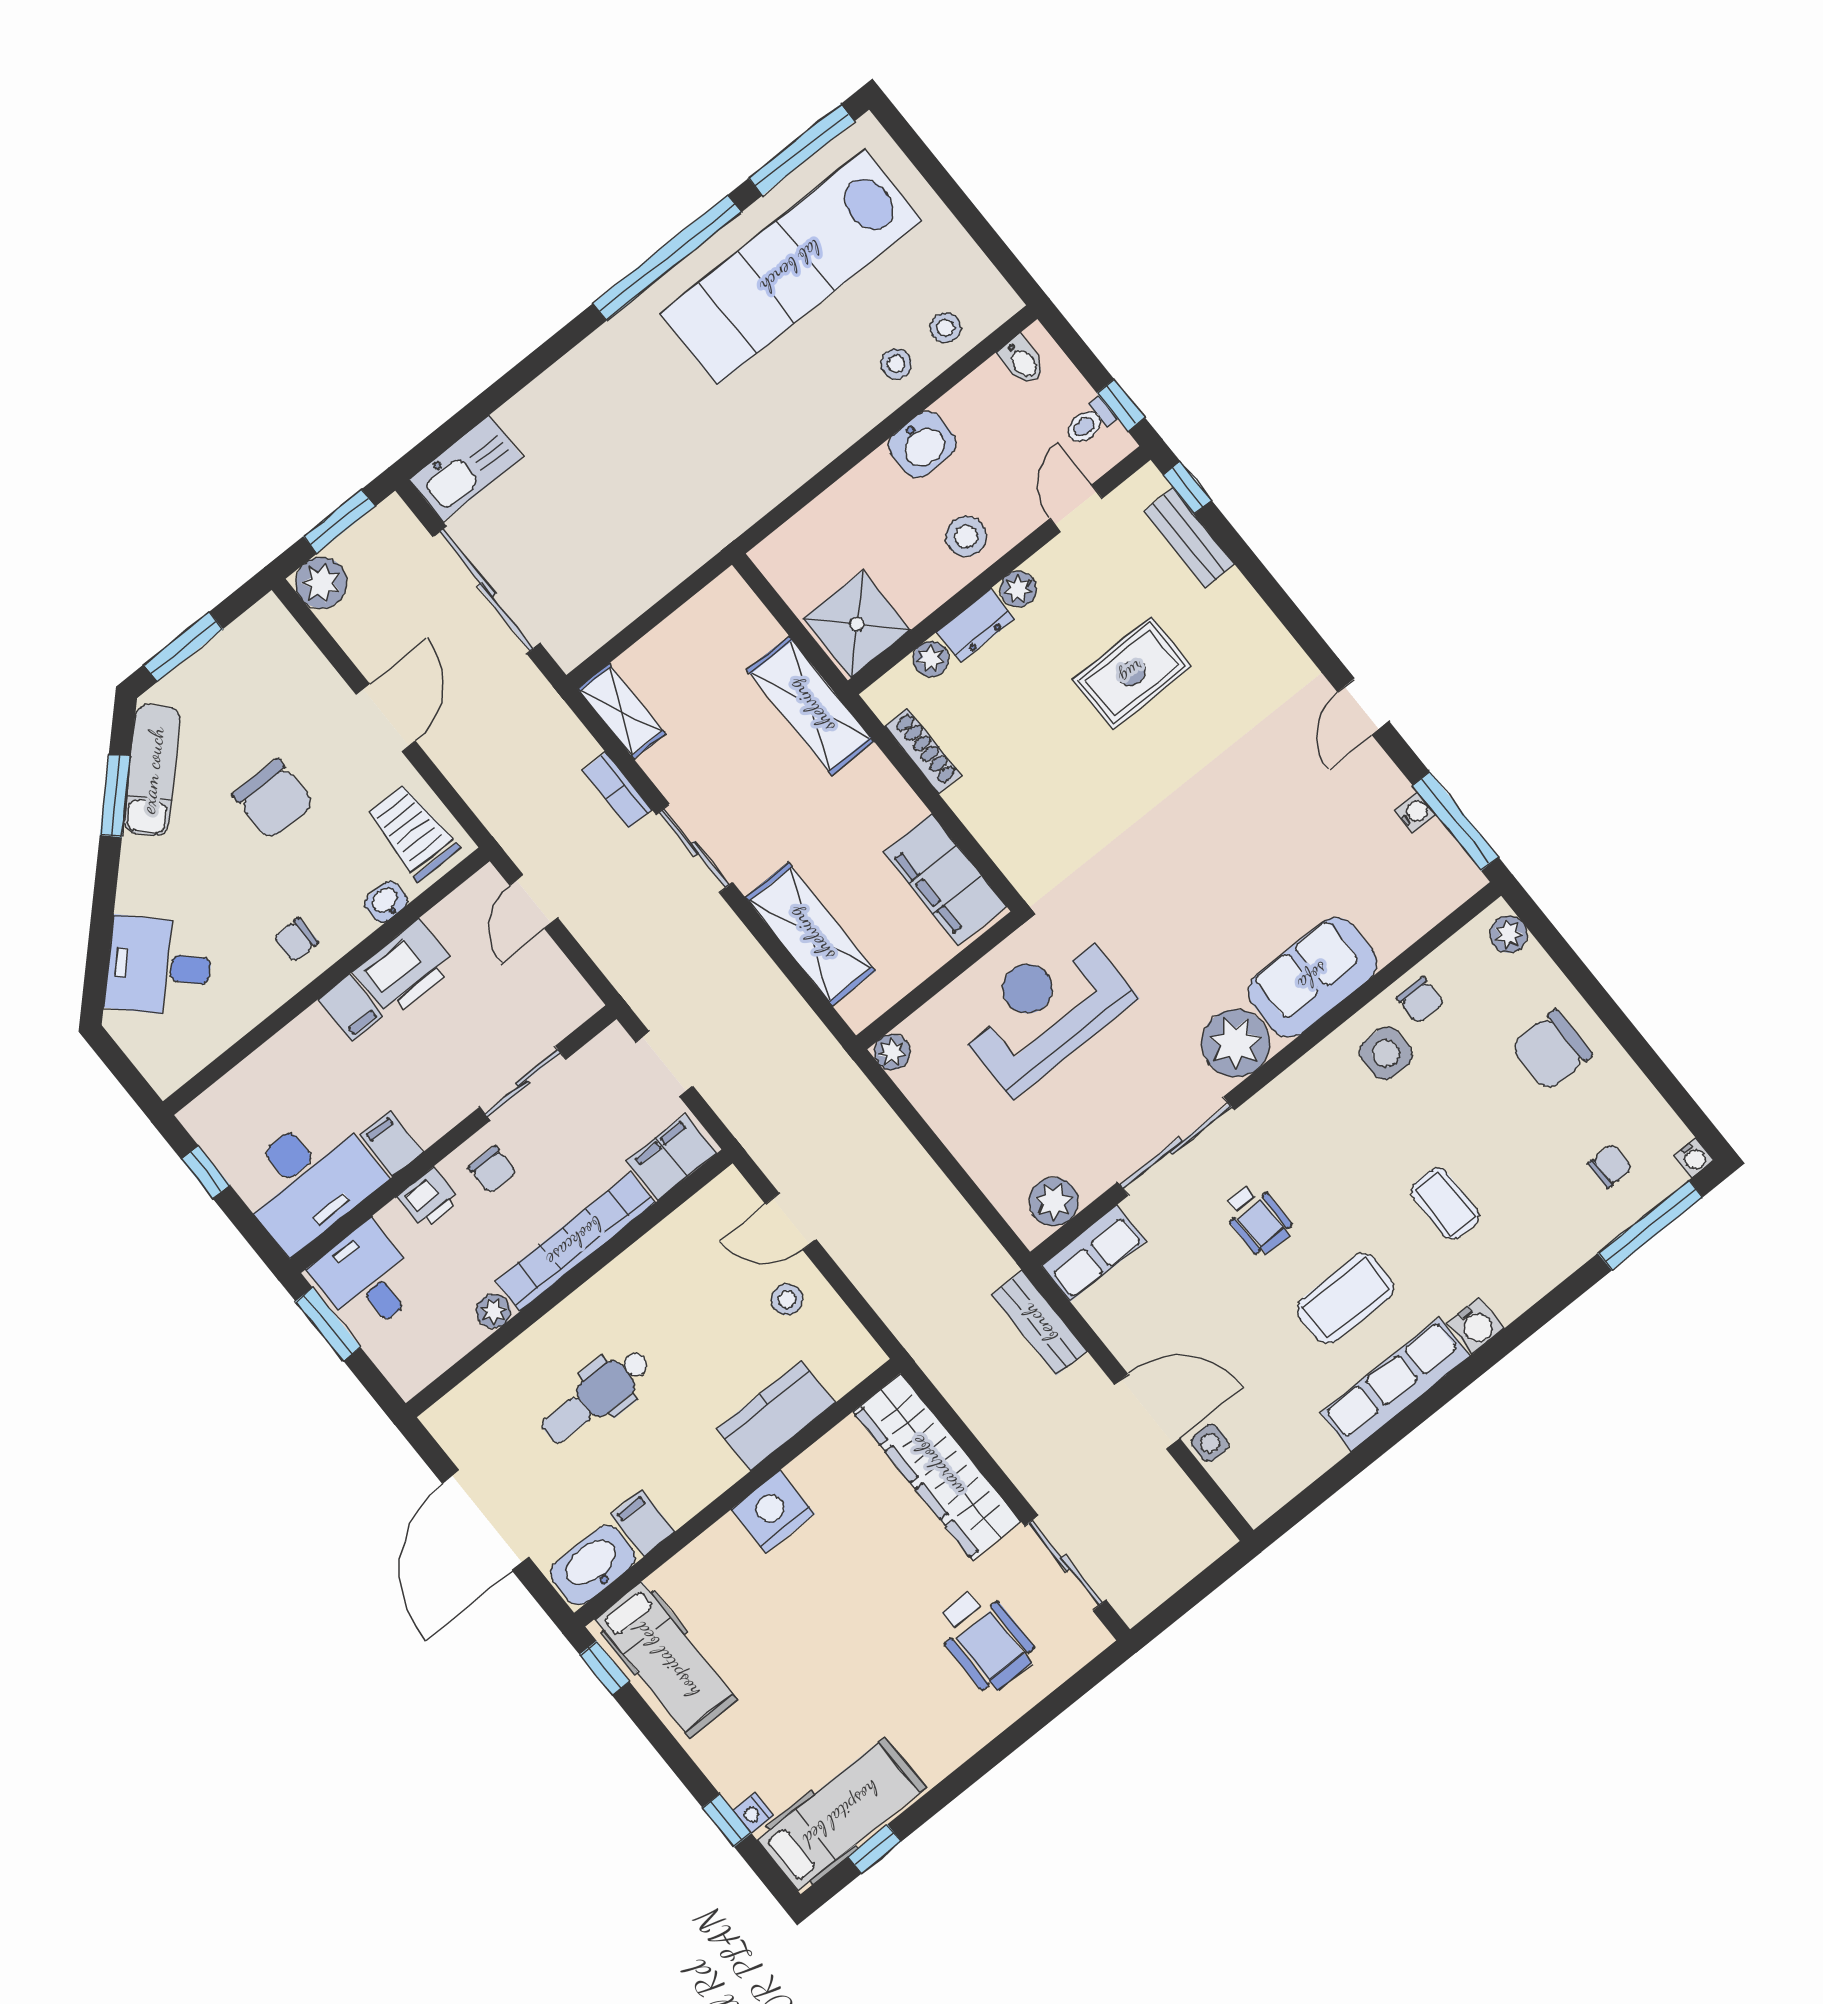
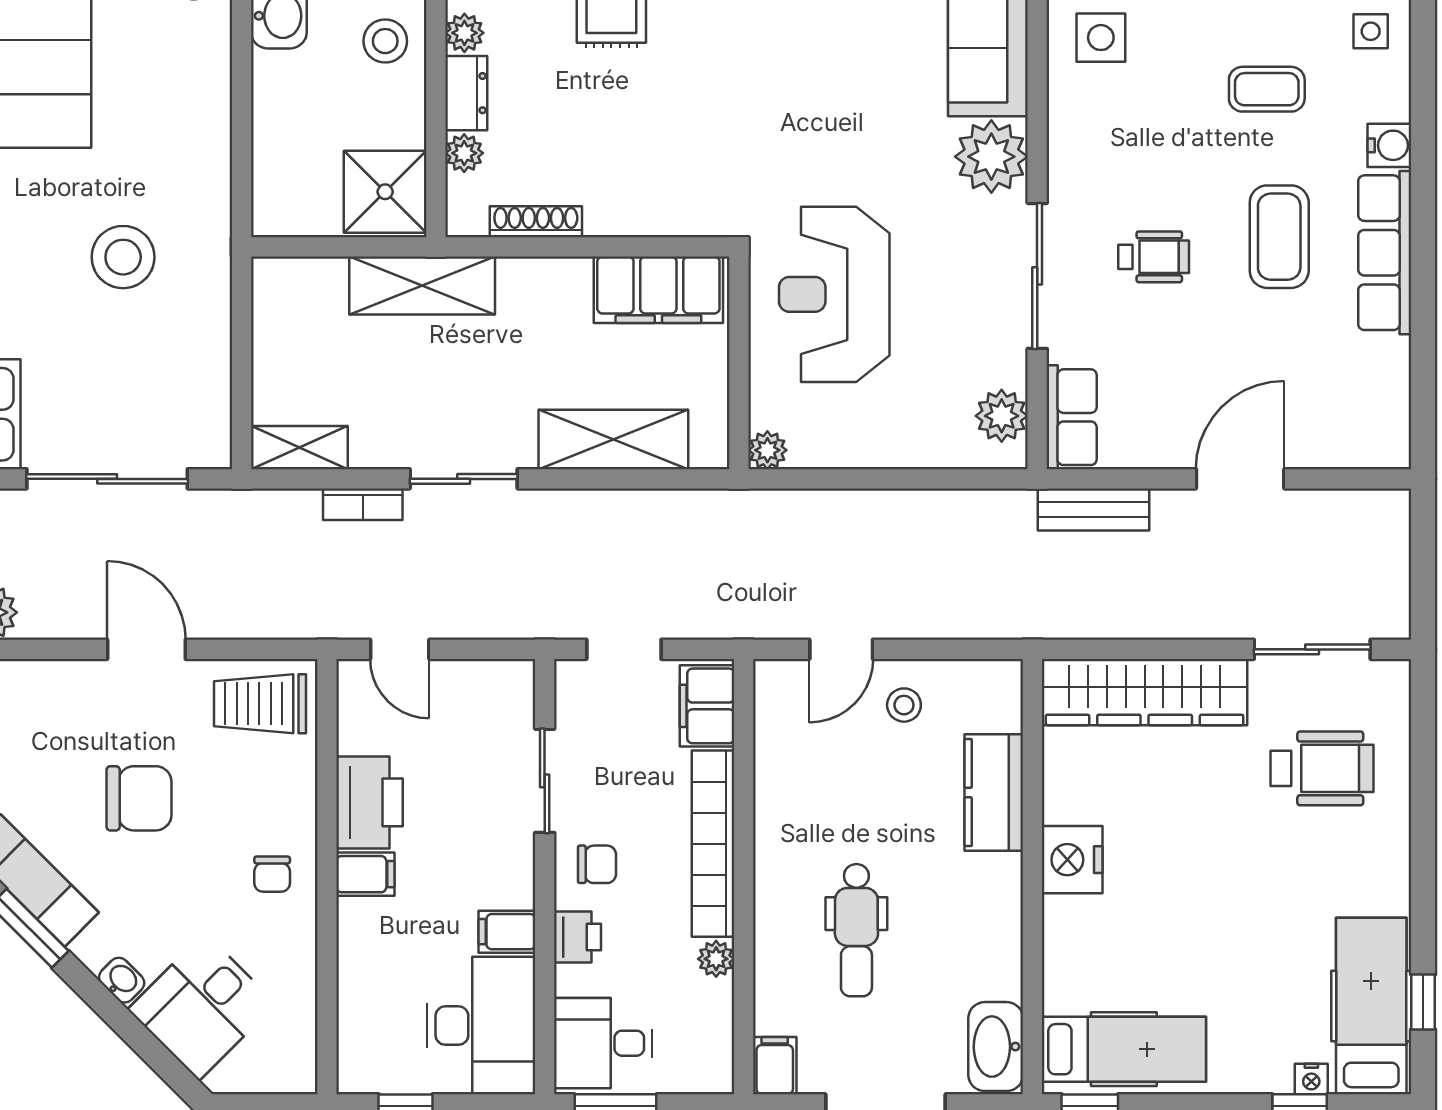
stool: (657, 472) -> (123, 257), added
washbasin: (386, 902) -> (122, 980), moved, turned 135
side table: (1210, 1443) -> (1371, 31), moved
filing cabinet: (643, 1523) -> (775, 1066), moved, turned 90

